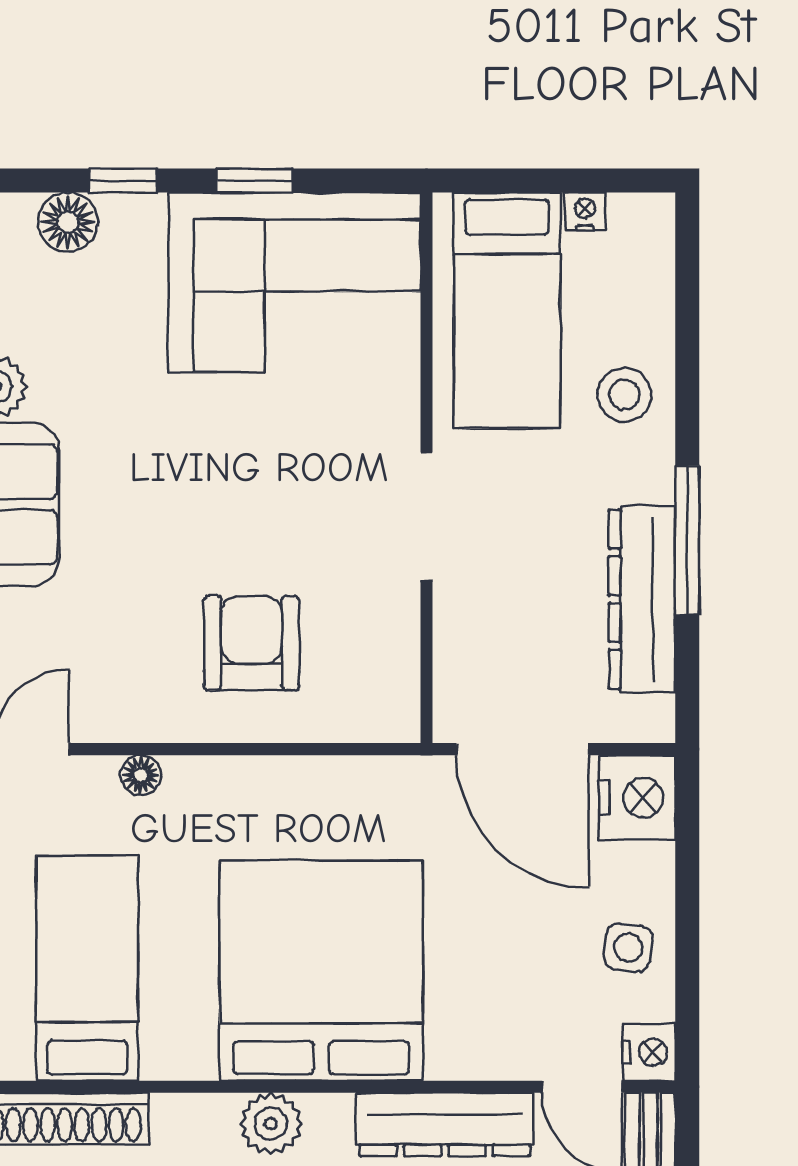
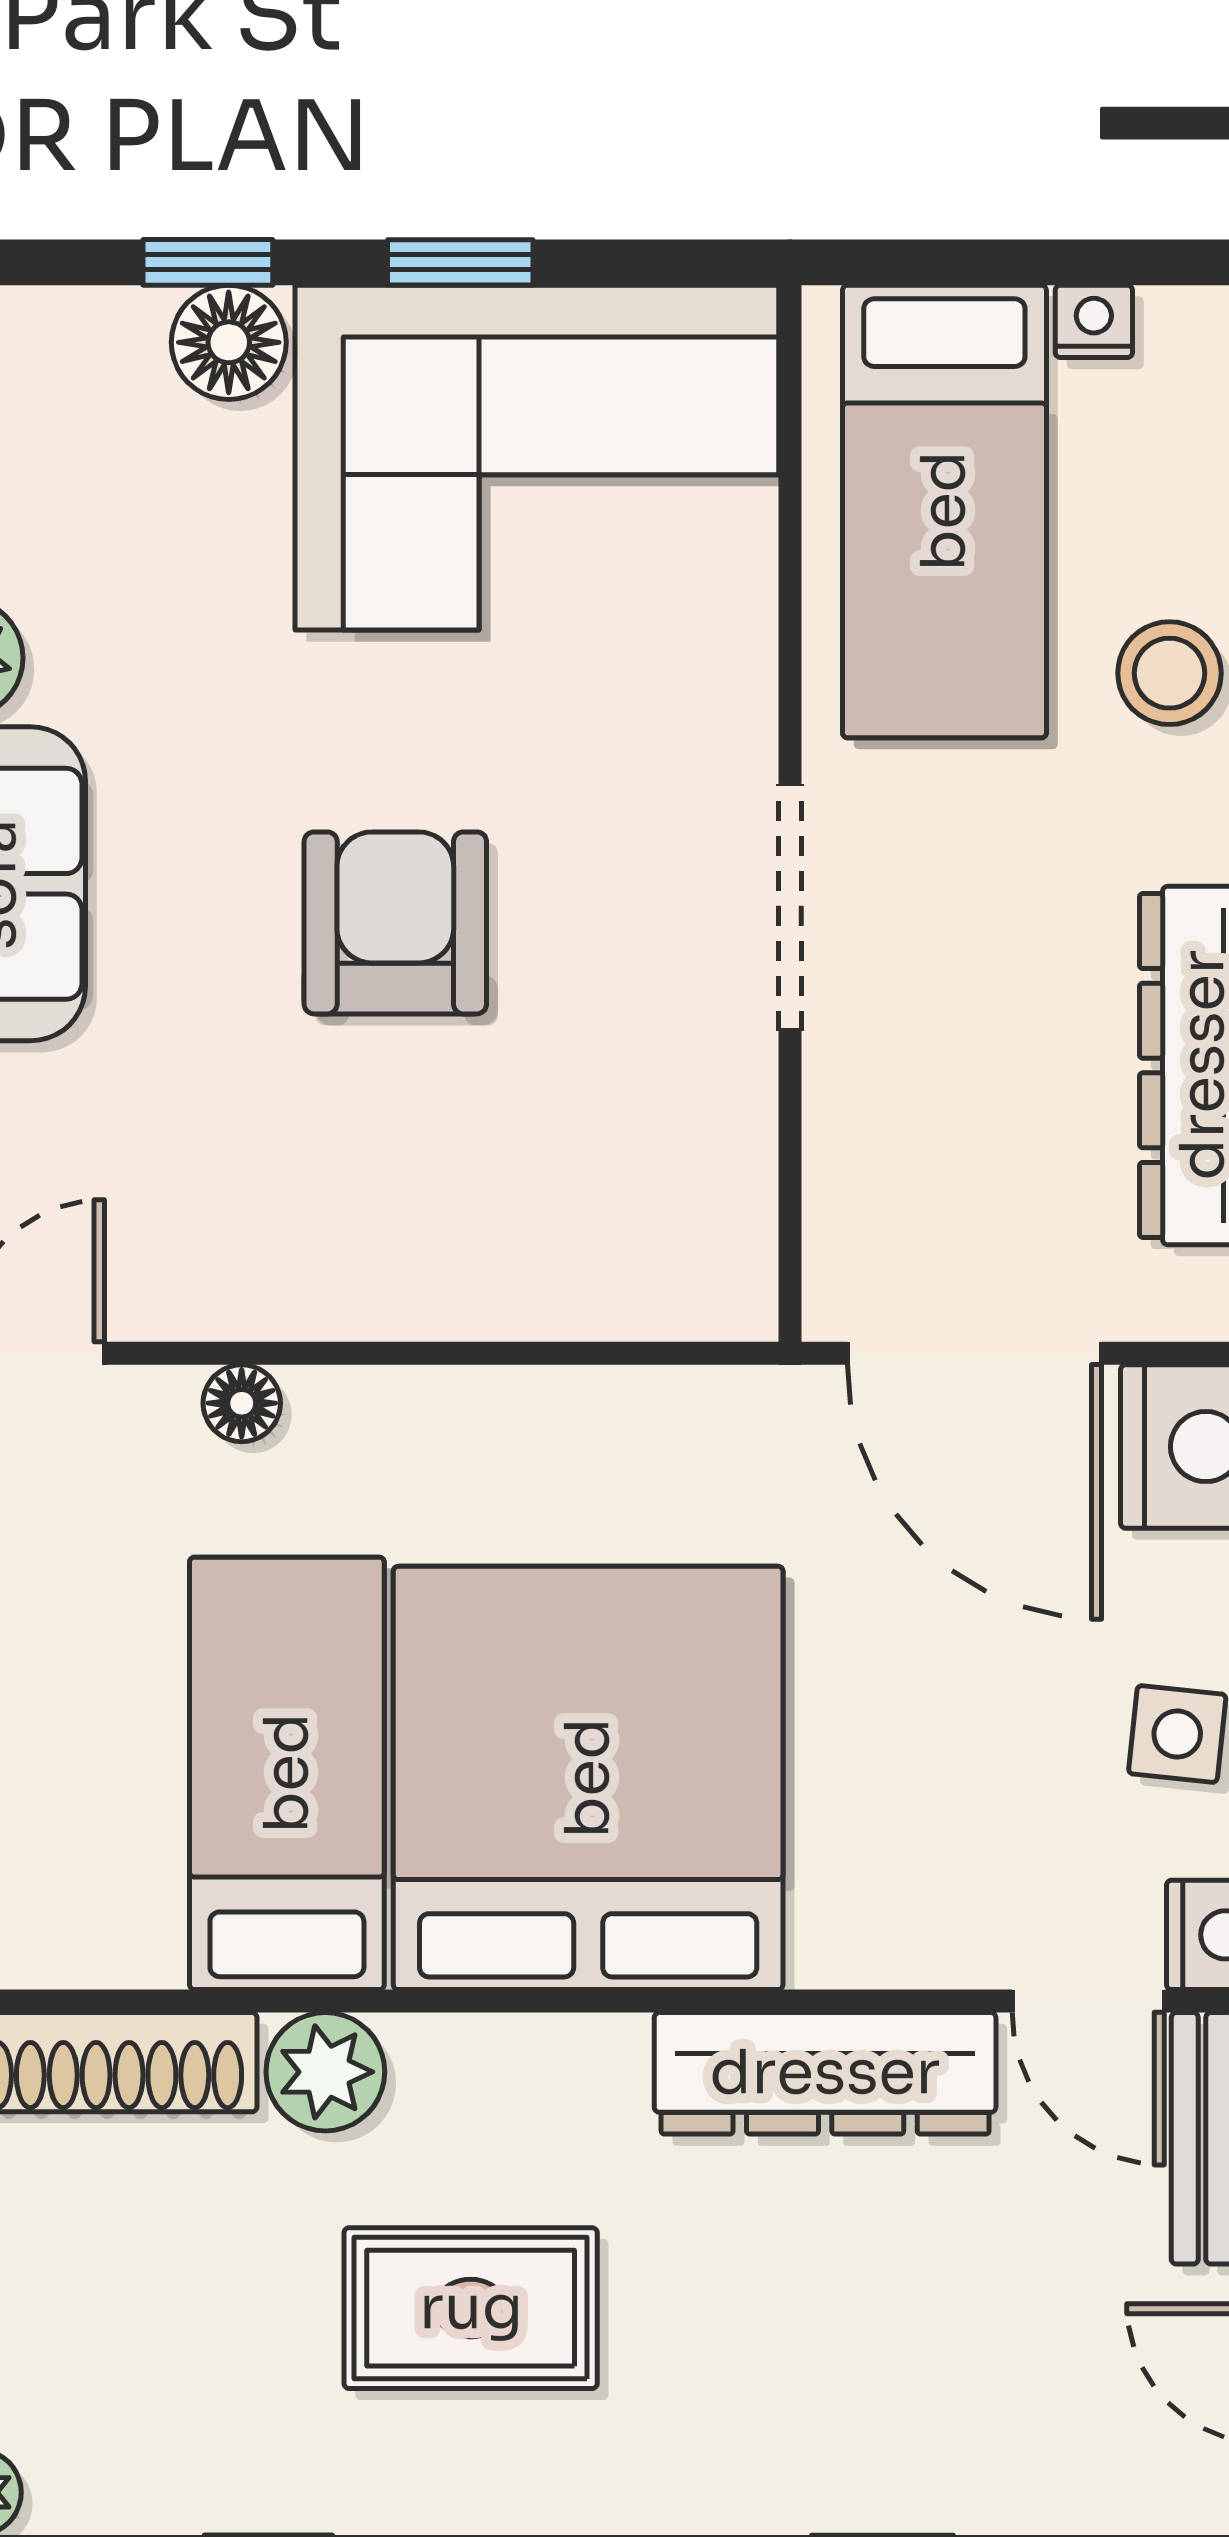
floor lamp: (68, 222) -> (229, 342), moved
armchair: (251, 643) -> (395, 923), moved
bed: (87, 968) -> (287, 1773), moved
plant: (271, 1124) -> (325, 2072), moved

